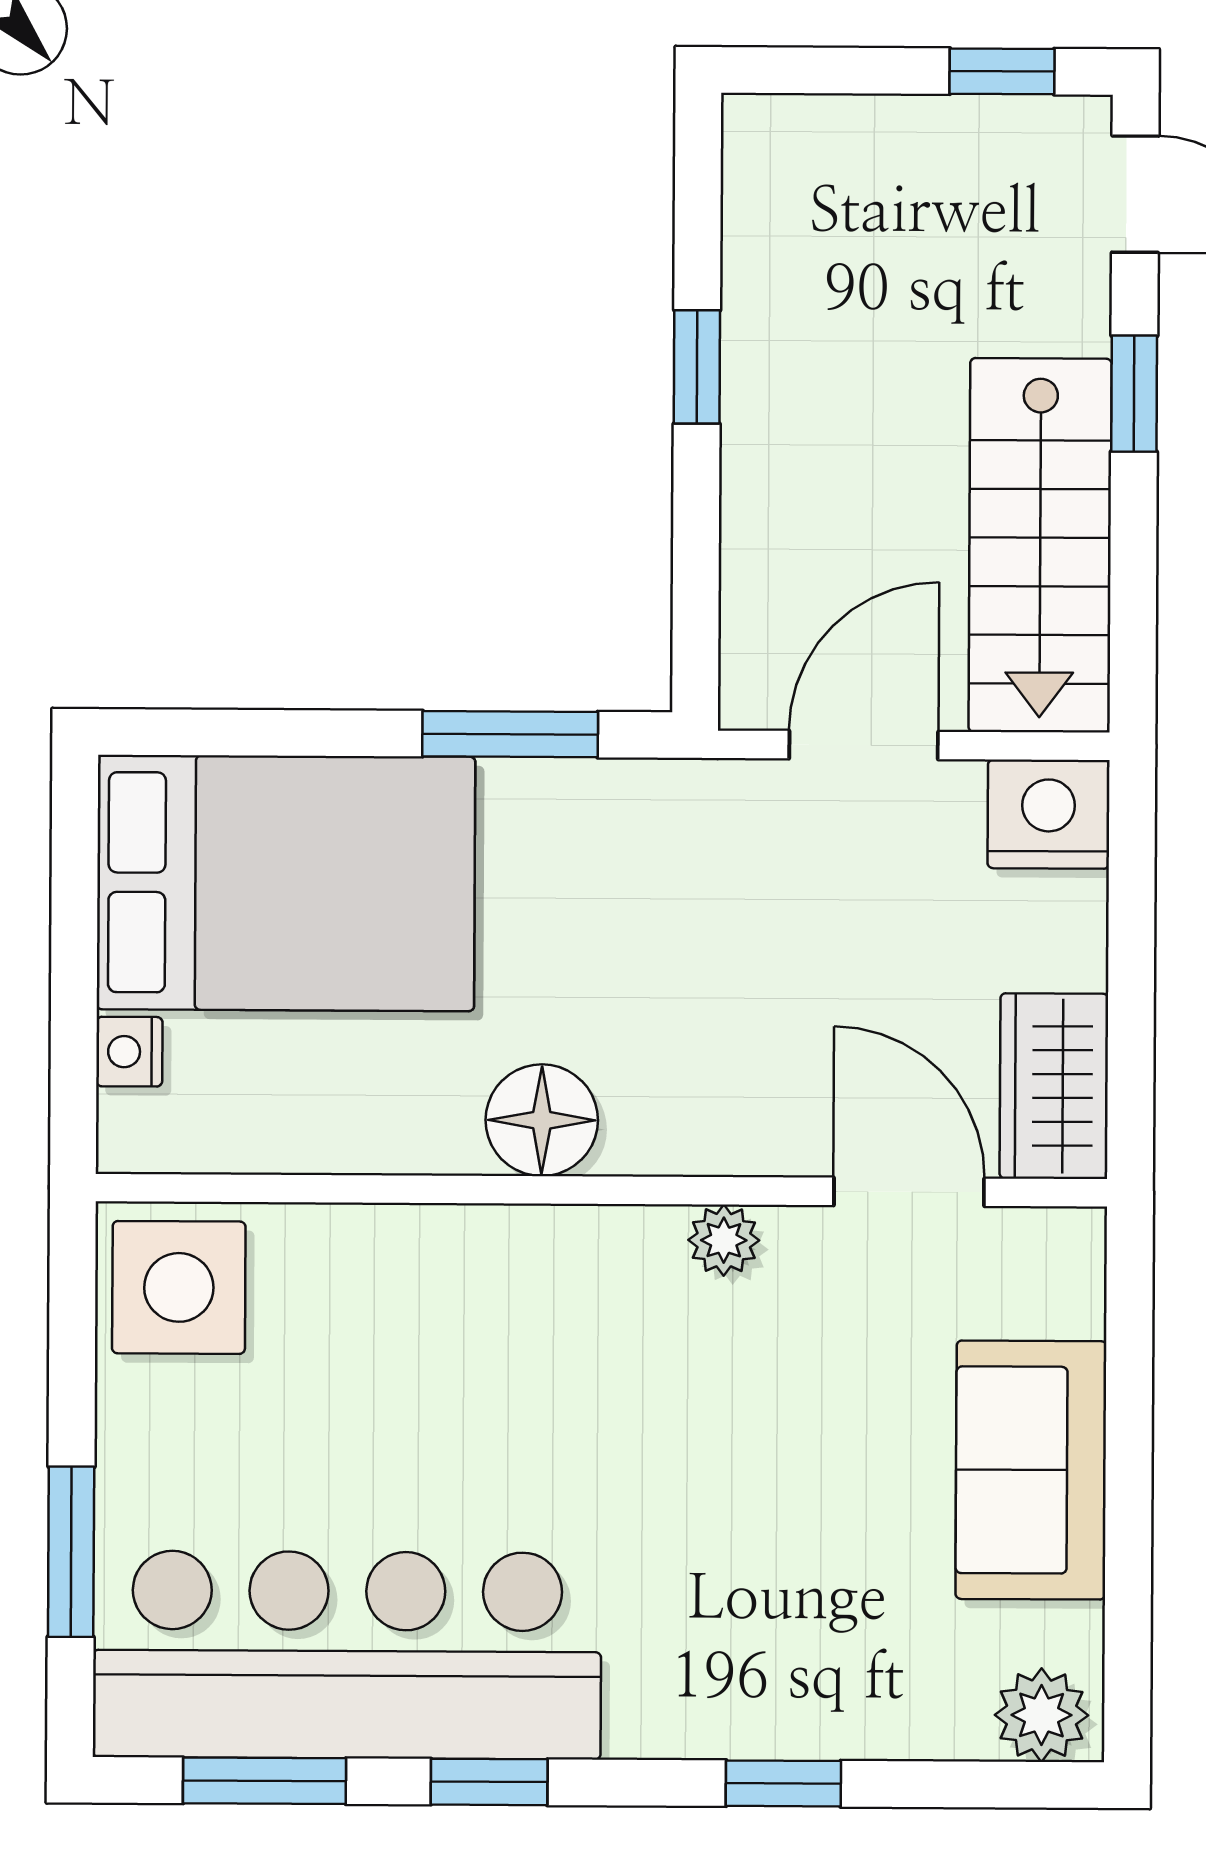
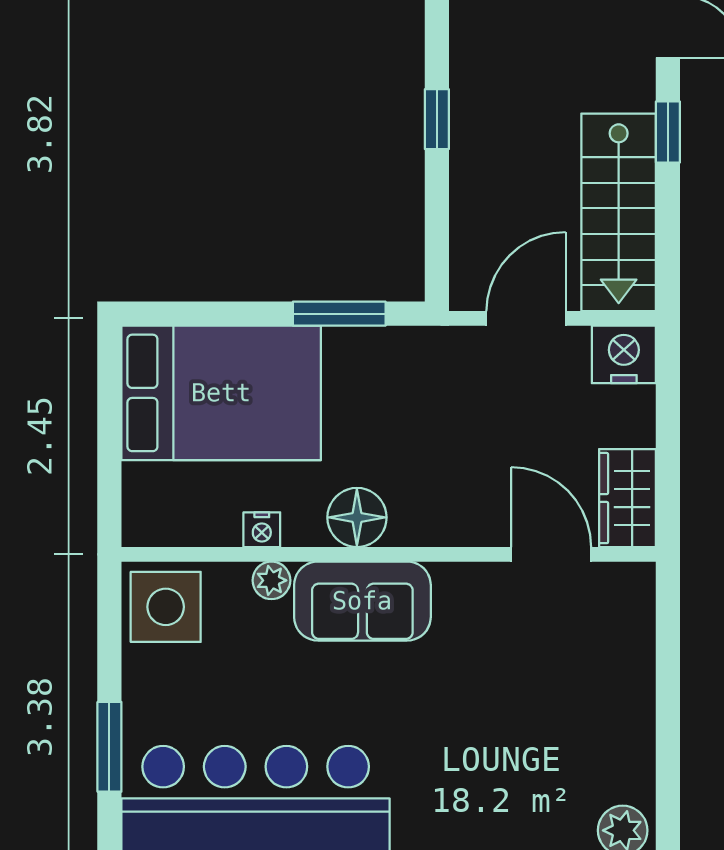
nightstand: (129, 1052) -> (262, 530), moved, turned -90
plant: (724, 1240) -> (271, 580), moved
sofa: (1031, 1470) -> (362, 601), moved, turned -90

